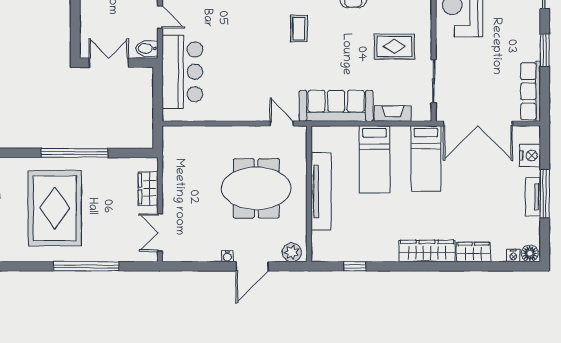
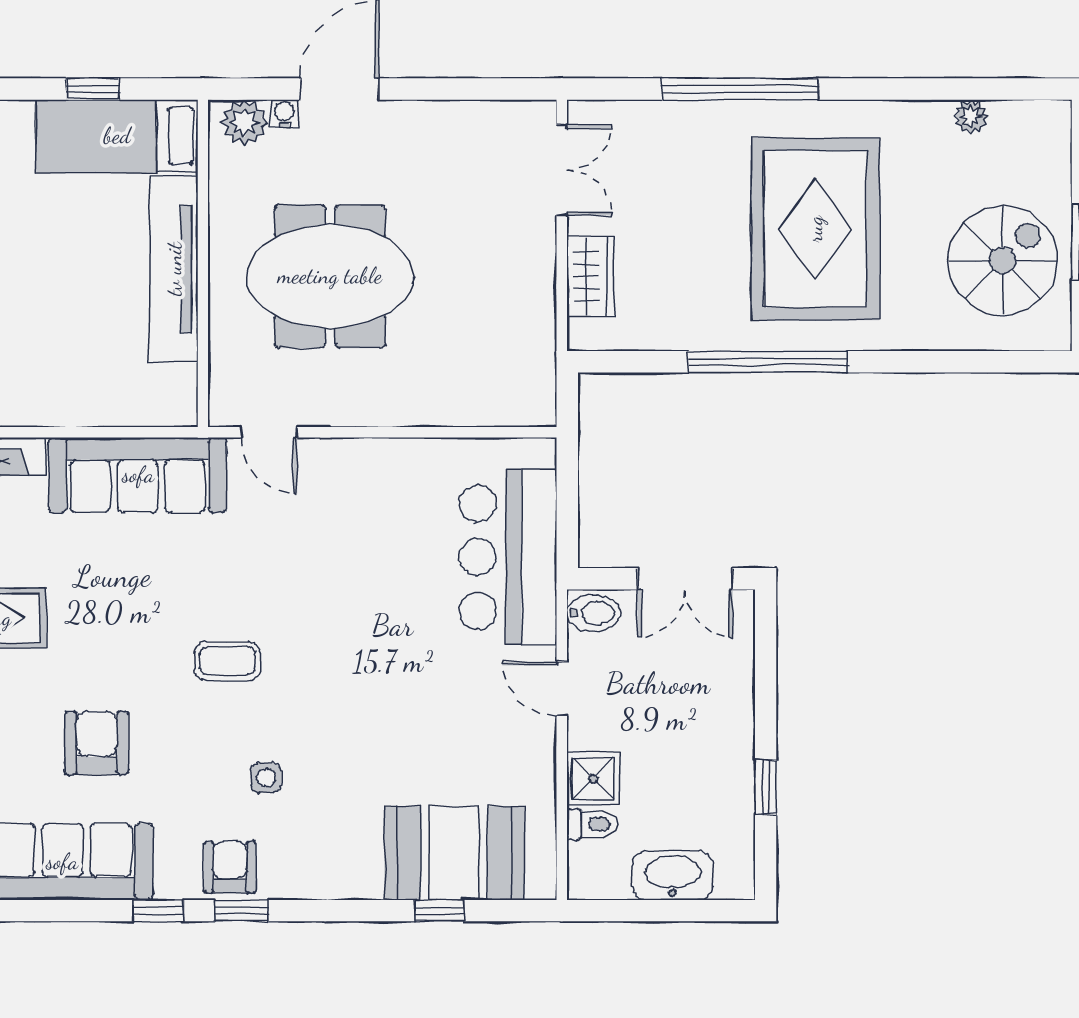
coffee table: (299, 29) -> (227, 661), turned 90
bed: (374, 159) -> (117, 136), moved, turned -90
water cooler: (227, 256) -> (284, 113), moved

